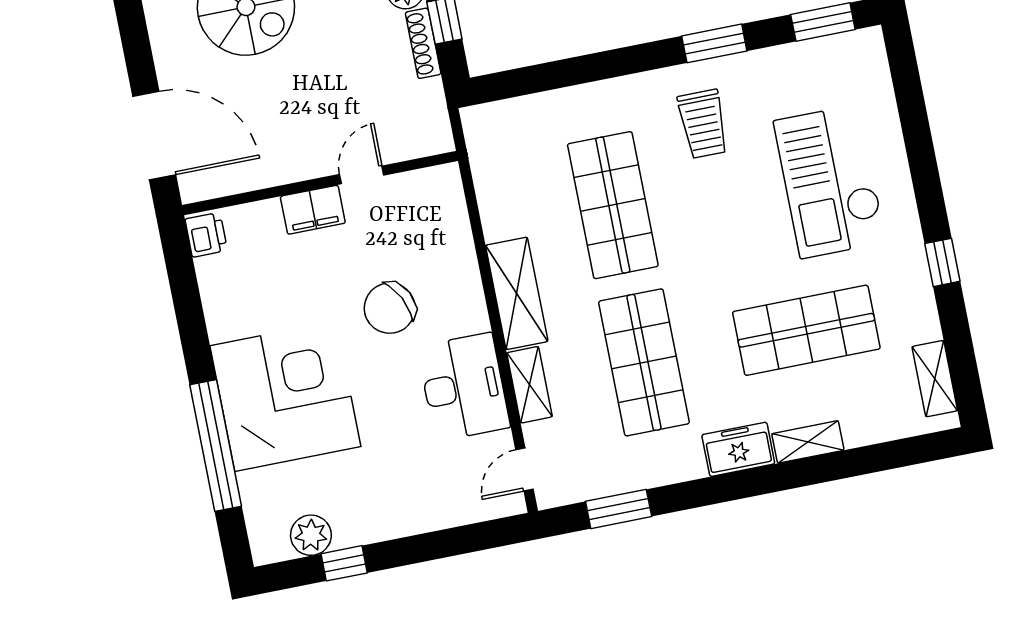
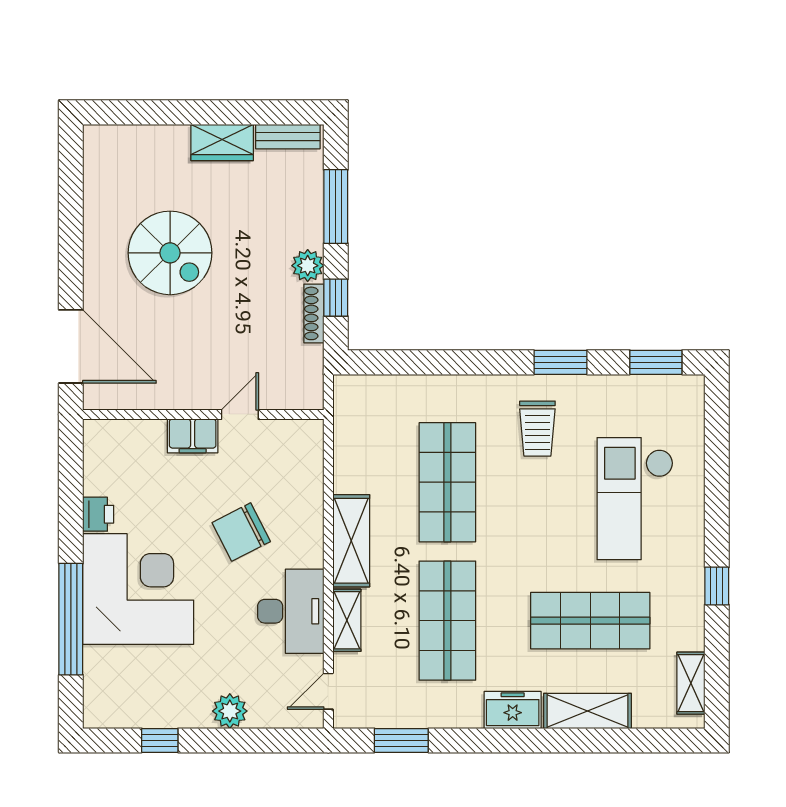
printer: (206, 235) -> (98, 514), moved
shelving: (808, 442) -> (587, 711), width x1.50, depth x1.33
plant: (311, 535) -> (230, 711), moved

